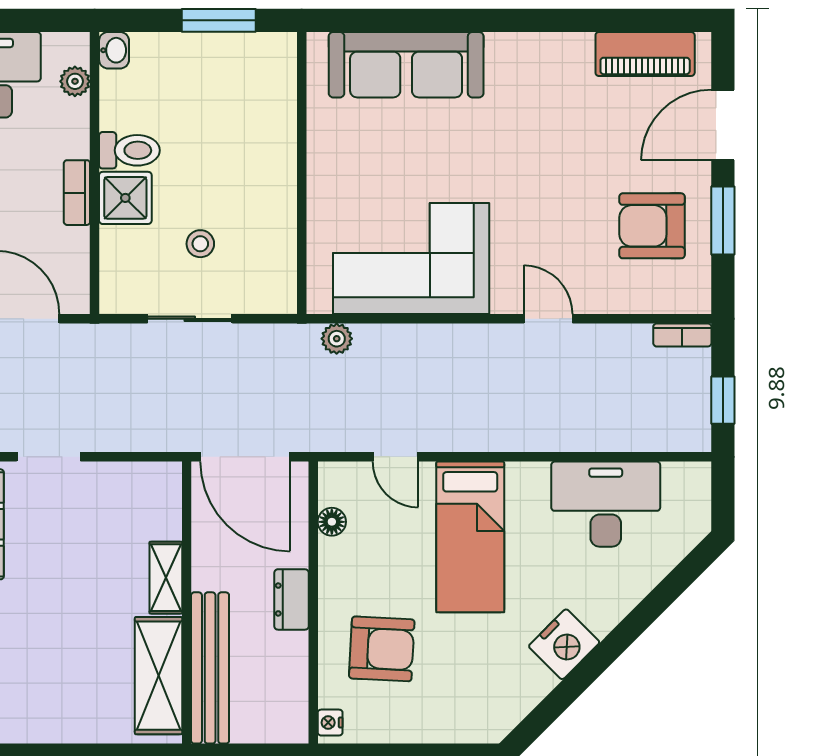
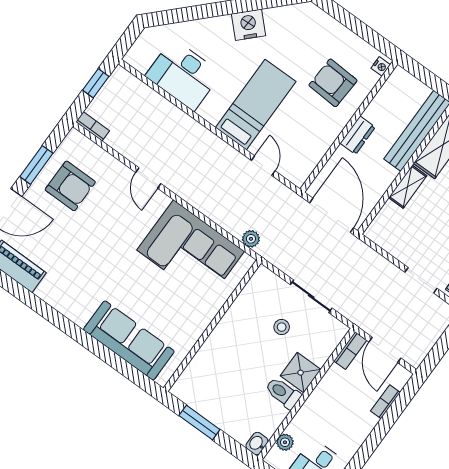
bookcase: (77, 193) -> (350, 351), moved
floor lamp: (332, 522) -> (314, 157), removed

